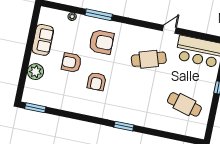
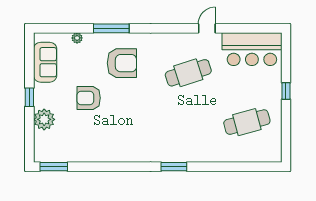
sofa: (43, 40) -> (45, 62), moved
window: (28, 53) -> (29, 97), added
armchair: (97, 81) -> (126, 116), removed
cafe table: (184, 104) -> (247, 122), turned -30

